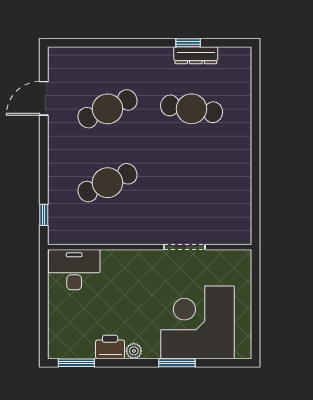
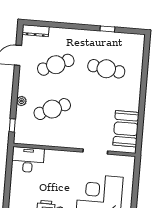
dresser: (196, 55) -> (35, 31), moved
plant: (56, 174) -> (21, 101), added
booth: (232, 205) -> (126, 129), added

